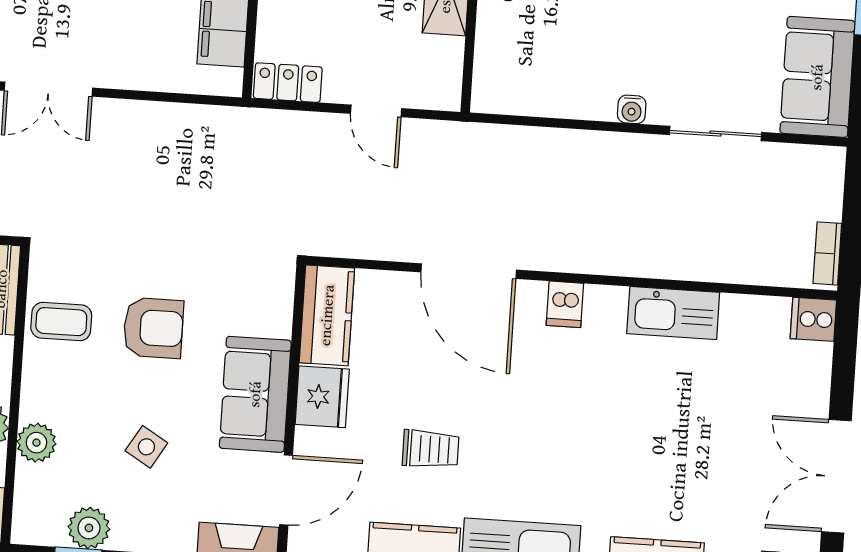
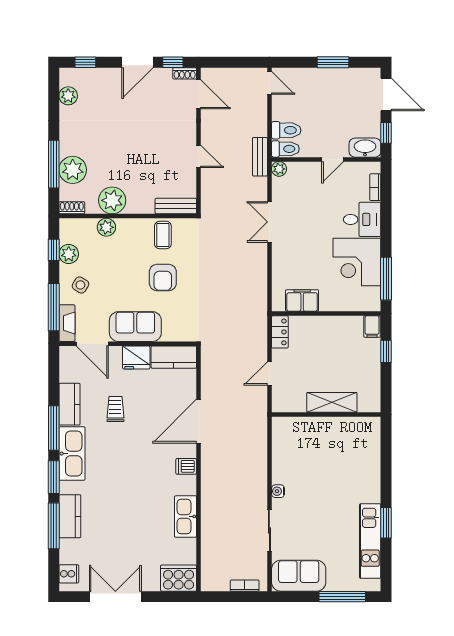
bookcase: (827, 253) -> (245, 586), moved
cooker: (813, 319) -> (179, 578), width x1.87, depth x1.31
side table: (146, 447) -> (80, 285), moved
trolley: (431, 449) -> (115, 409), turned 180

